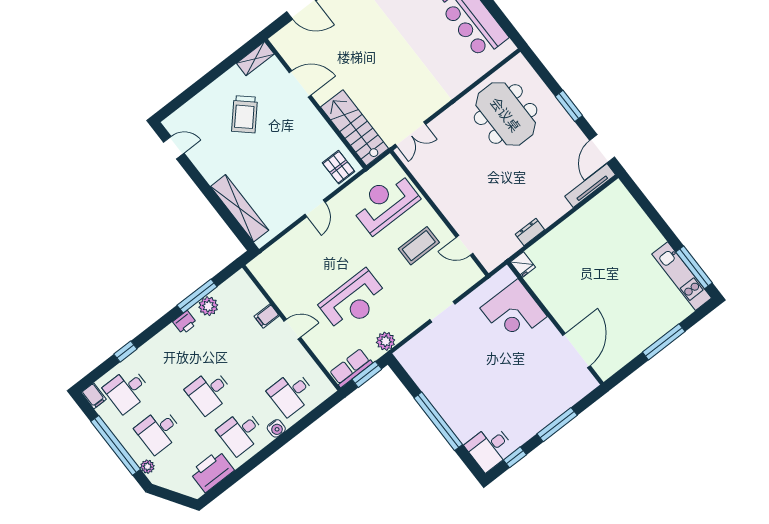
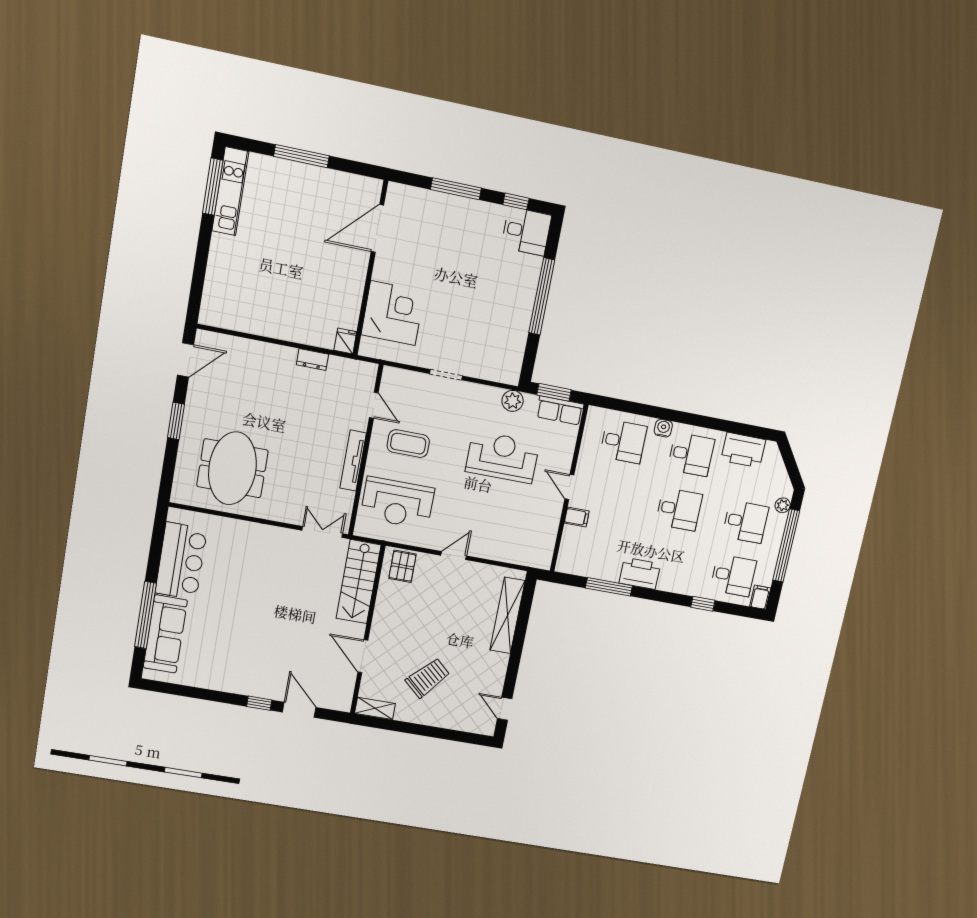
tv unit: (590, 185) -> (353, 461), moved, turned 90
plant: (208, 306) -> (609, 571), removed
printer: (185, 323) -> (640, 573), width x1.87, depth x1.48

